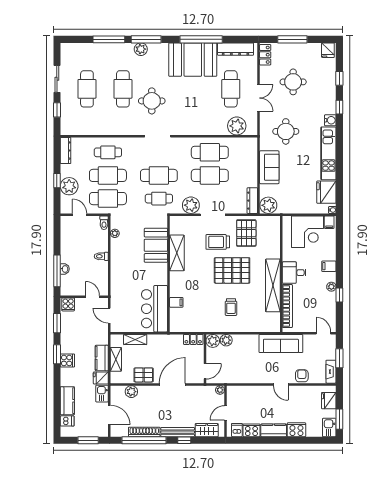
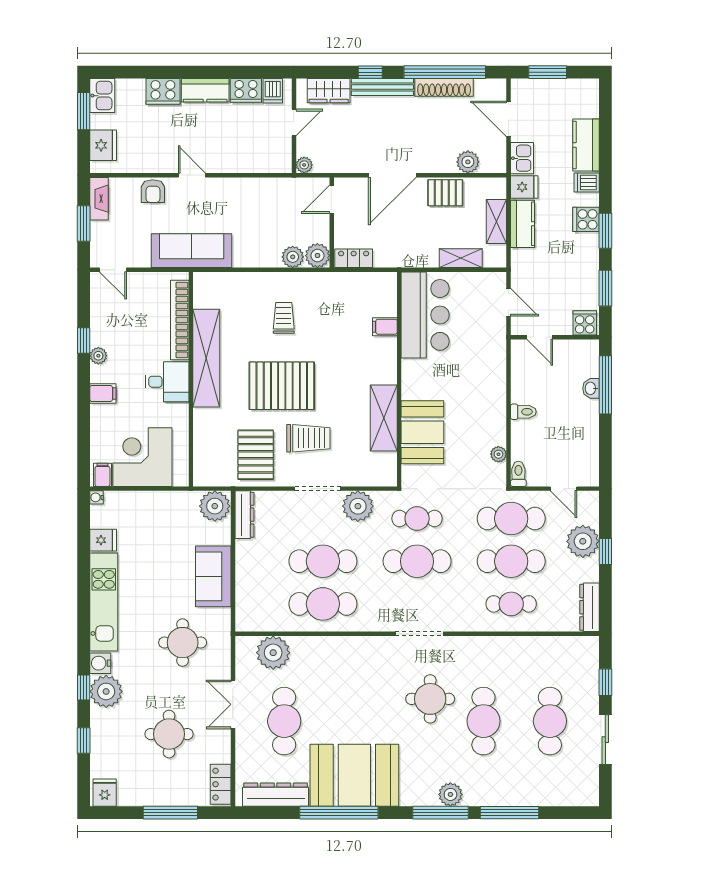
plant: (327, 105) -> (106, 691), added
fridge: (326, 192) -> (103, 540), width x0.53, depth x0.75
dishwasher: (67, 421) -> (587, 182), moved

